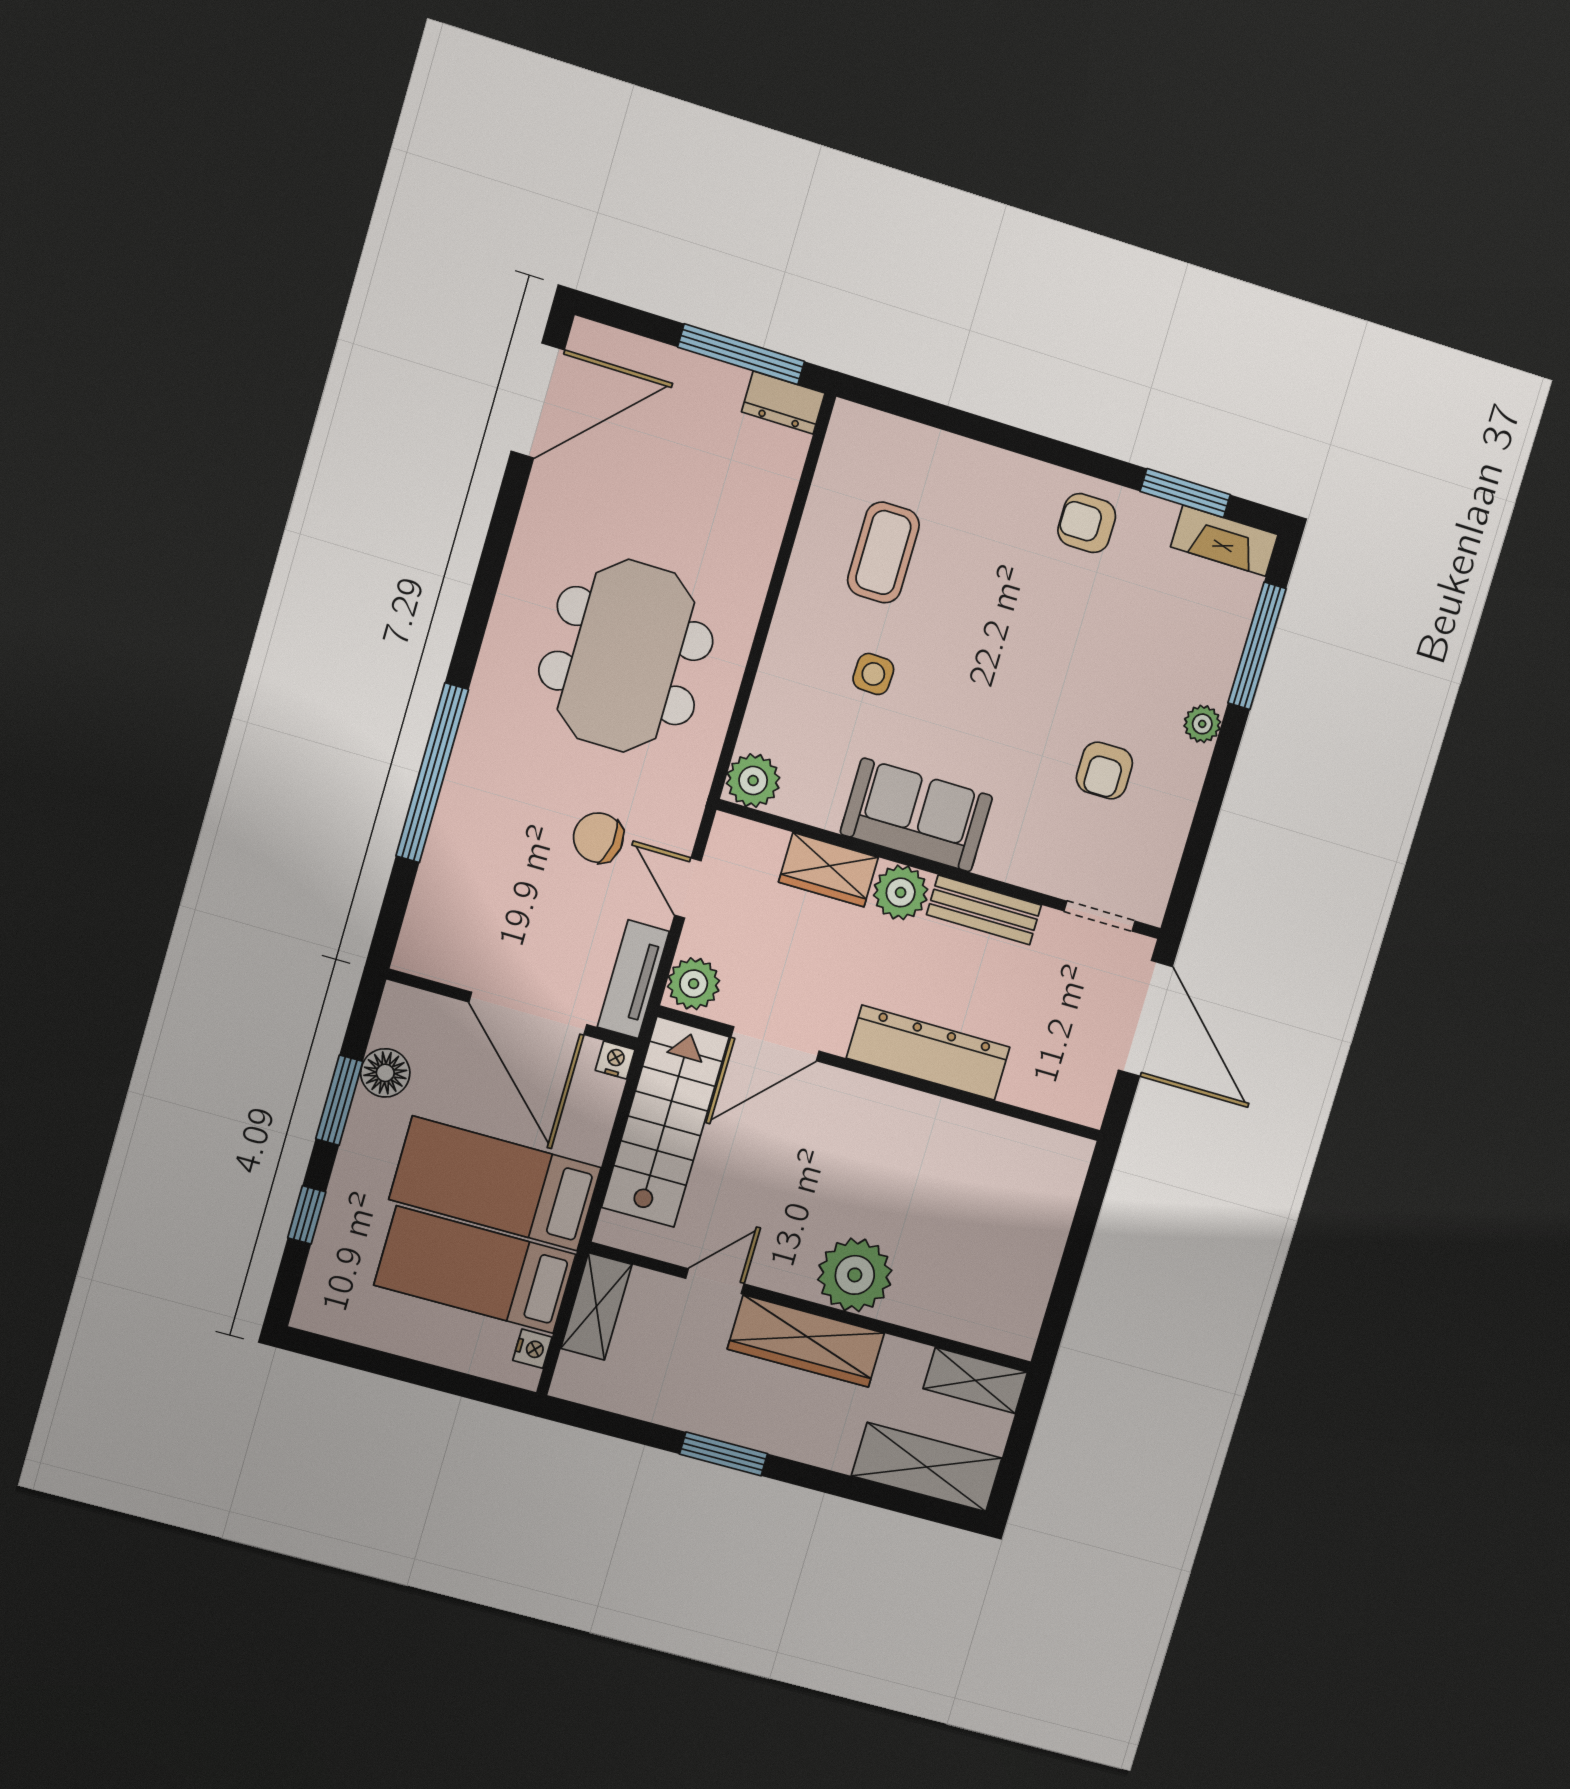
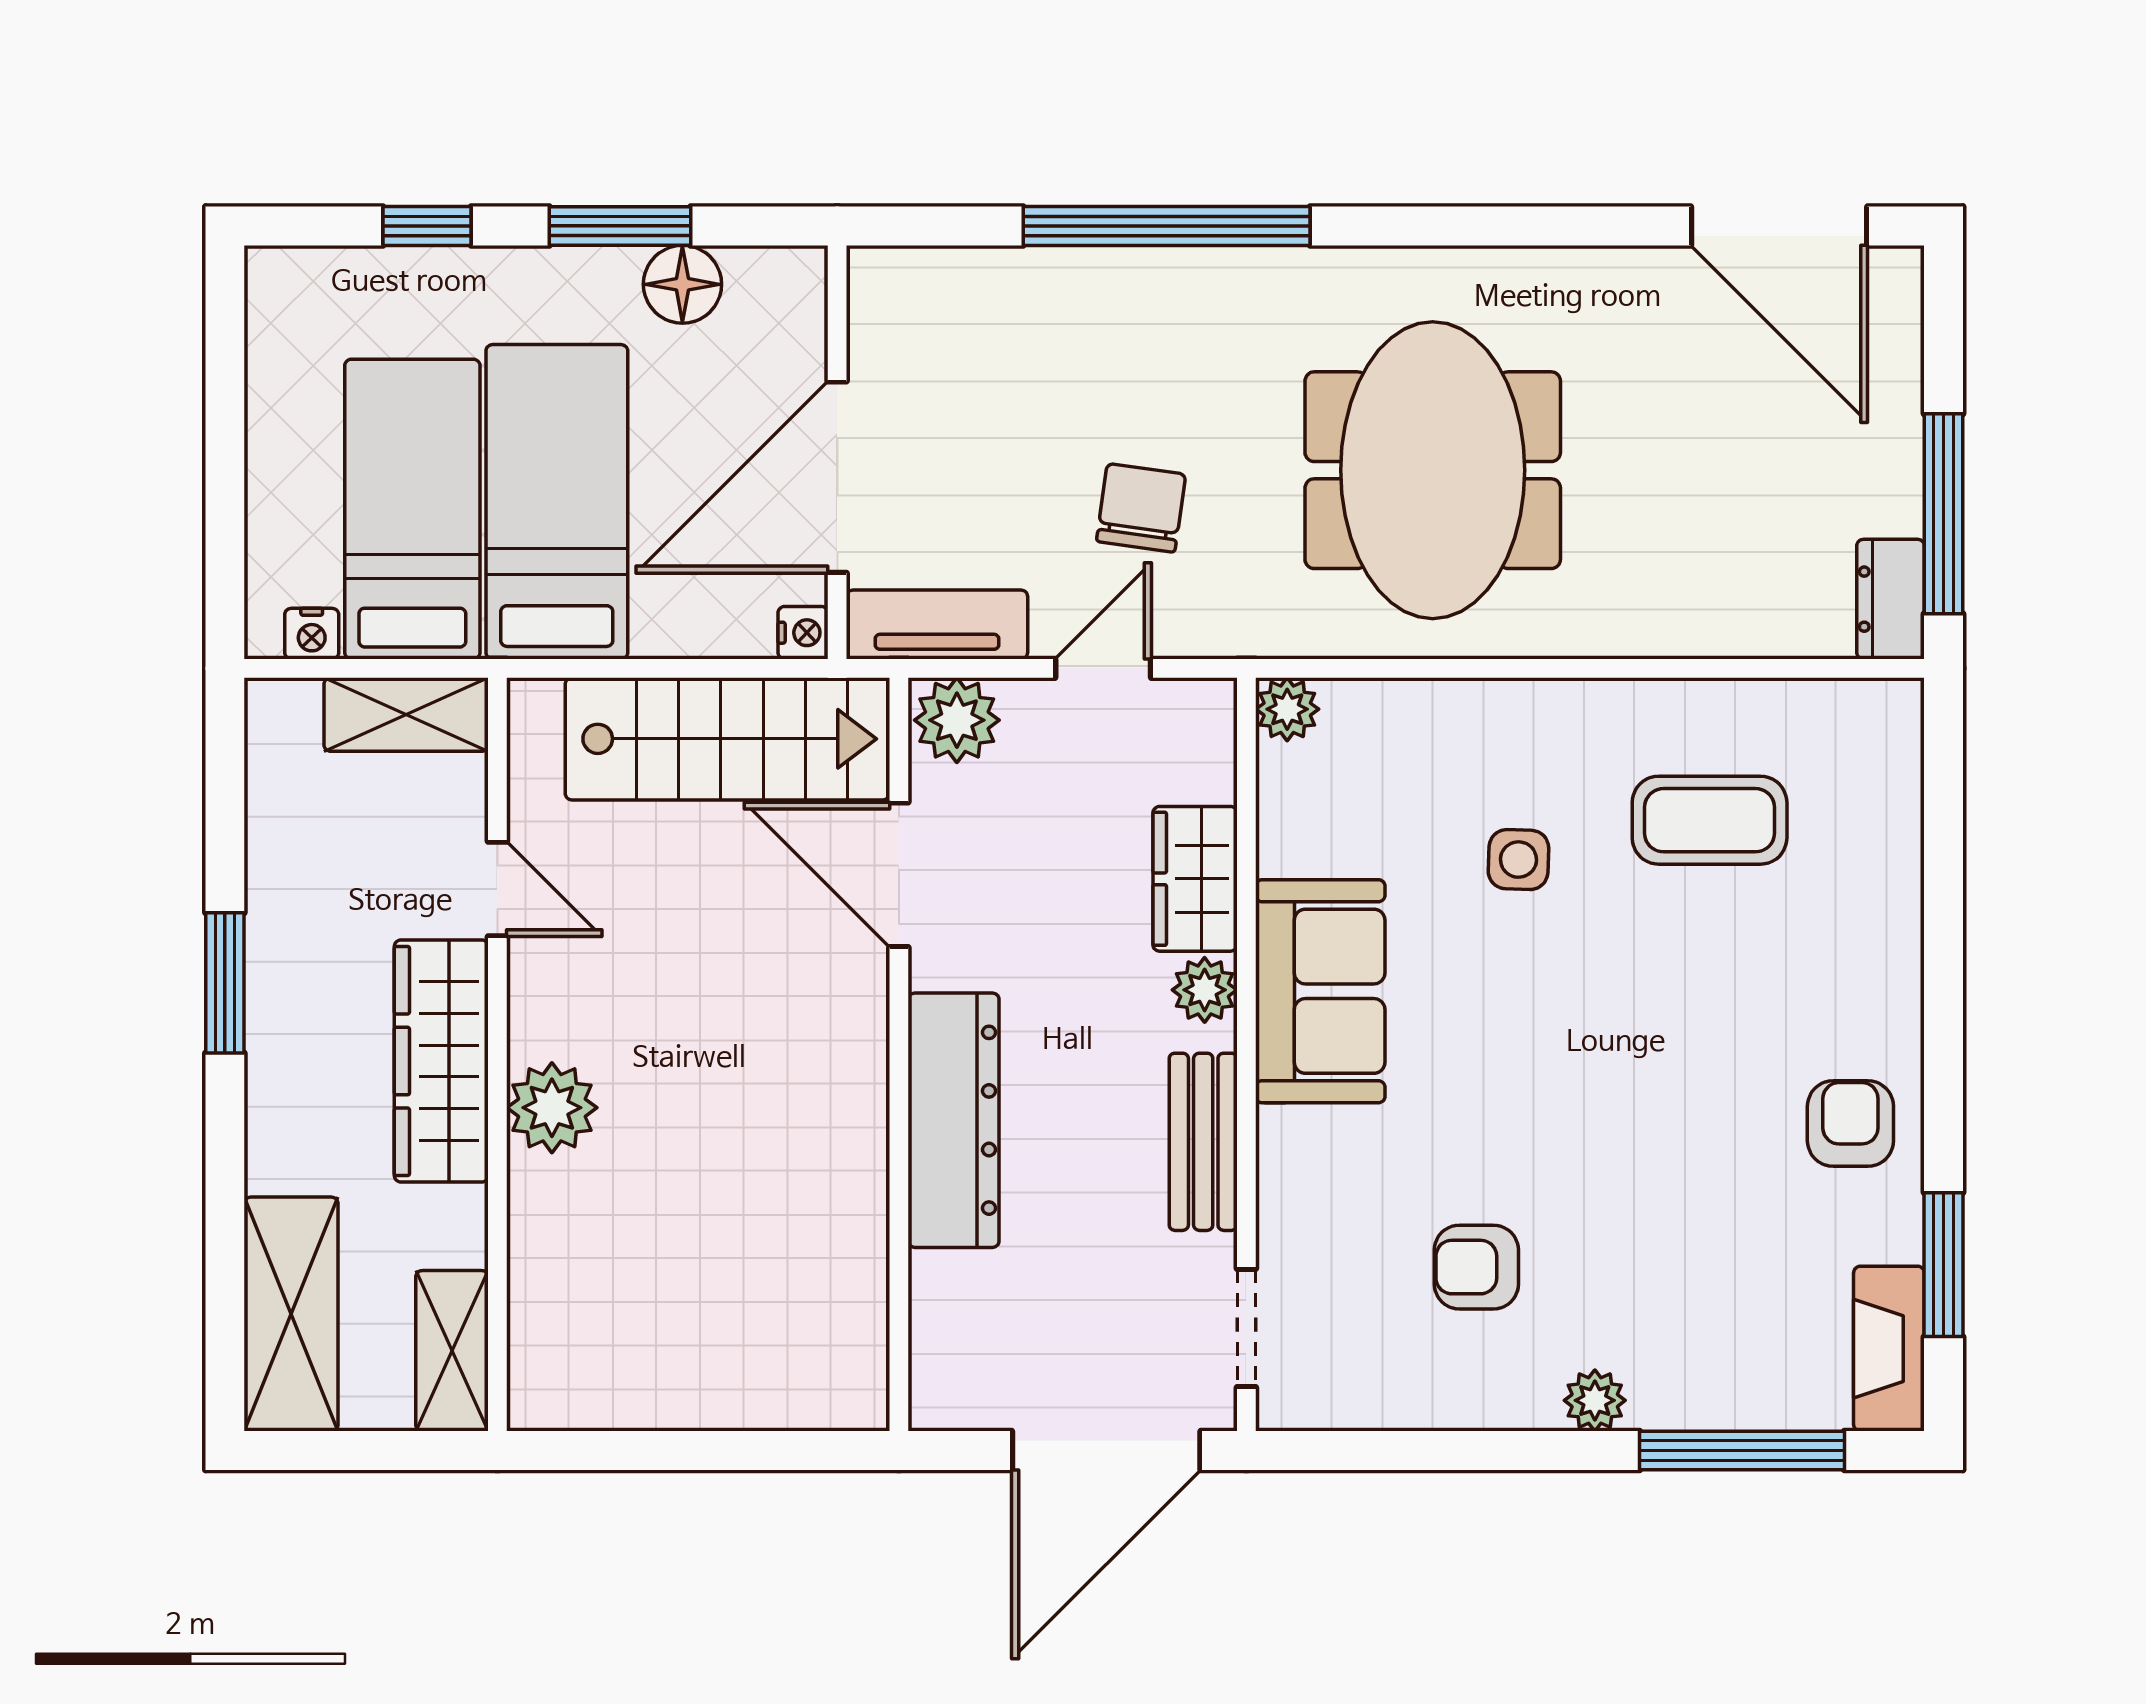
meeting table: (626, 656) -> (1433, 470), turned 90
plant: (753, 781) -> (1287, 709), width x0.73, depth x0.73
plant: (901, 892) -> (1205, 990), width x0.73, depth x0.73
plant: (855, 1275) -> (552, 1108), width x0.73, depth x0.73

